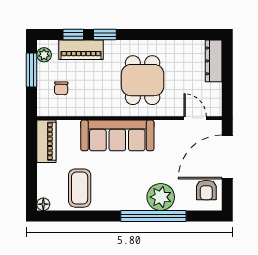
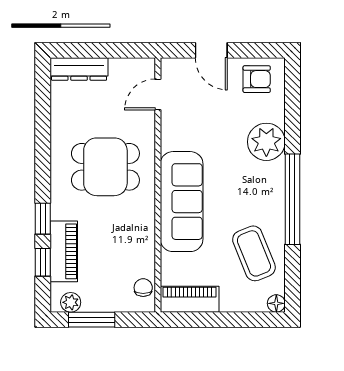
chair: (61, 88) -> (143, 288), moved, turned -92
door: (227, 157) -> (211, 50), width x0.53
coffee table: (80, 188) -> (254, 253), turned 68
window: (153, 216) -> (292, 199), moved

